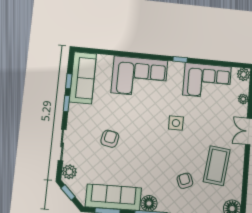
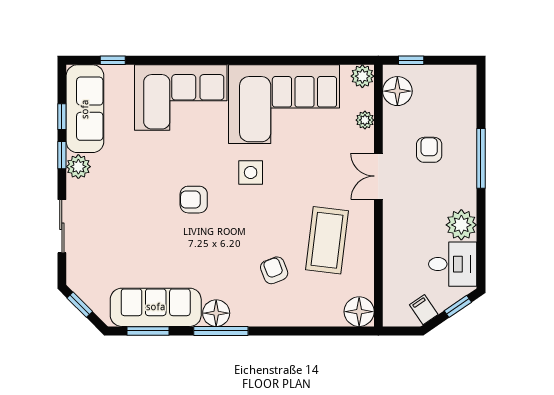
window: (180, 59) -> (113, 60), moved
corner sofa: (207, 81) -> (284, 104), width x1.36, depth x1.36
armchair: (110, 139) -> (194, 200), moved, turned -102
plant: (69, 172) -> (78, 167), moved

